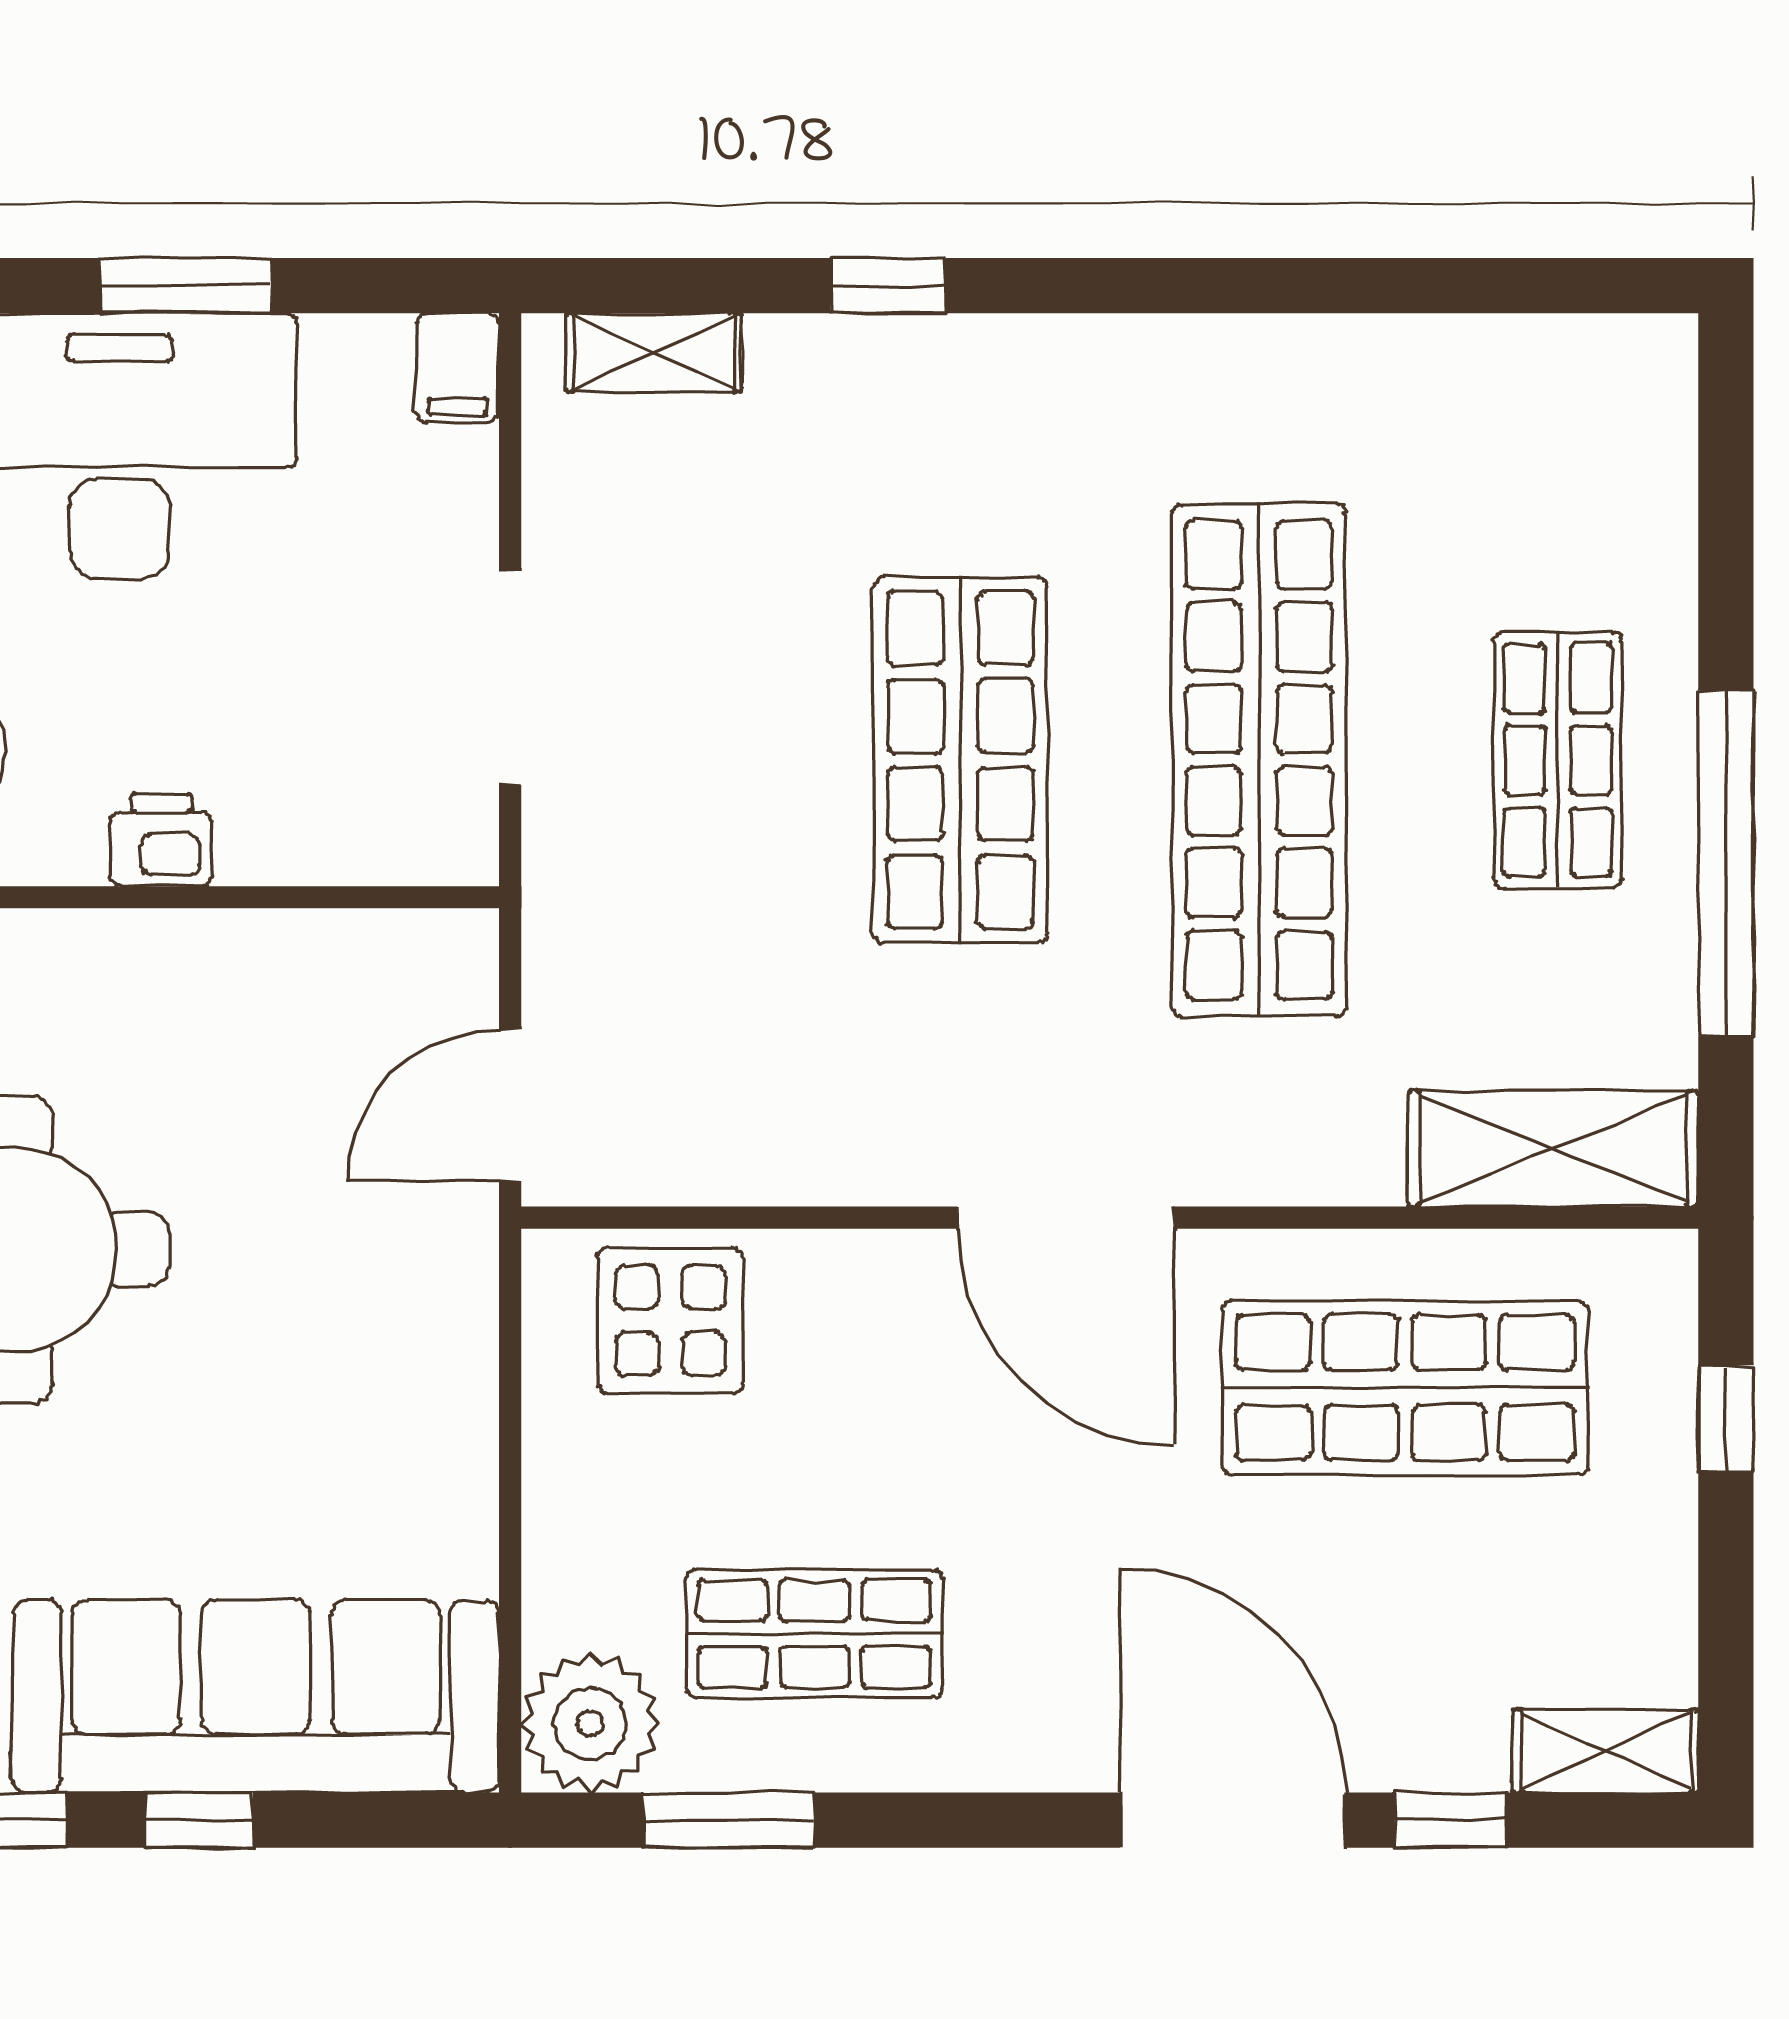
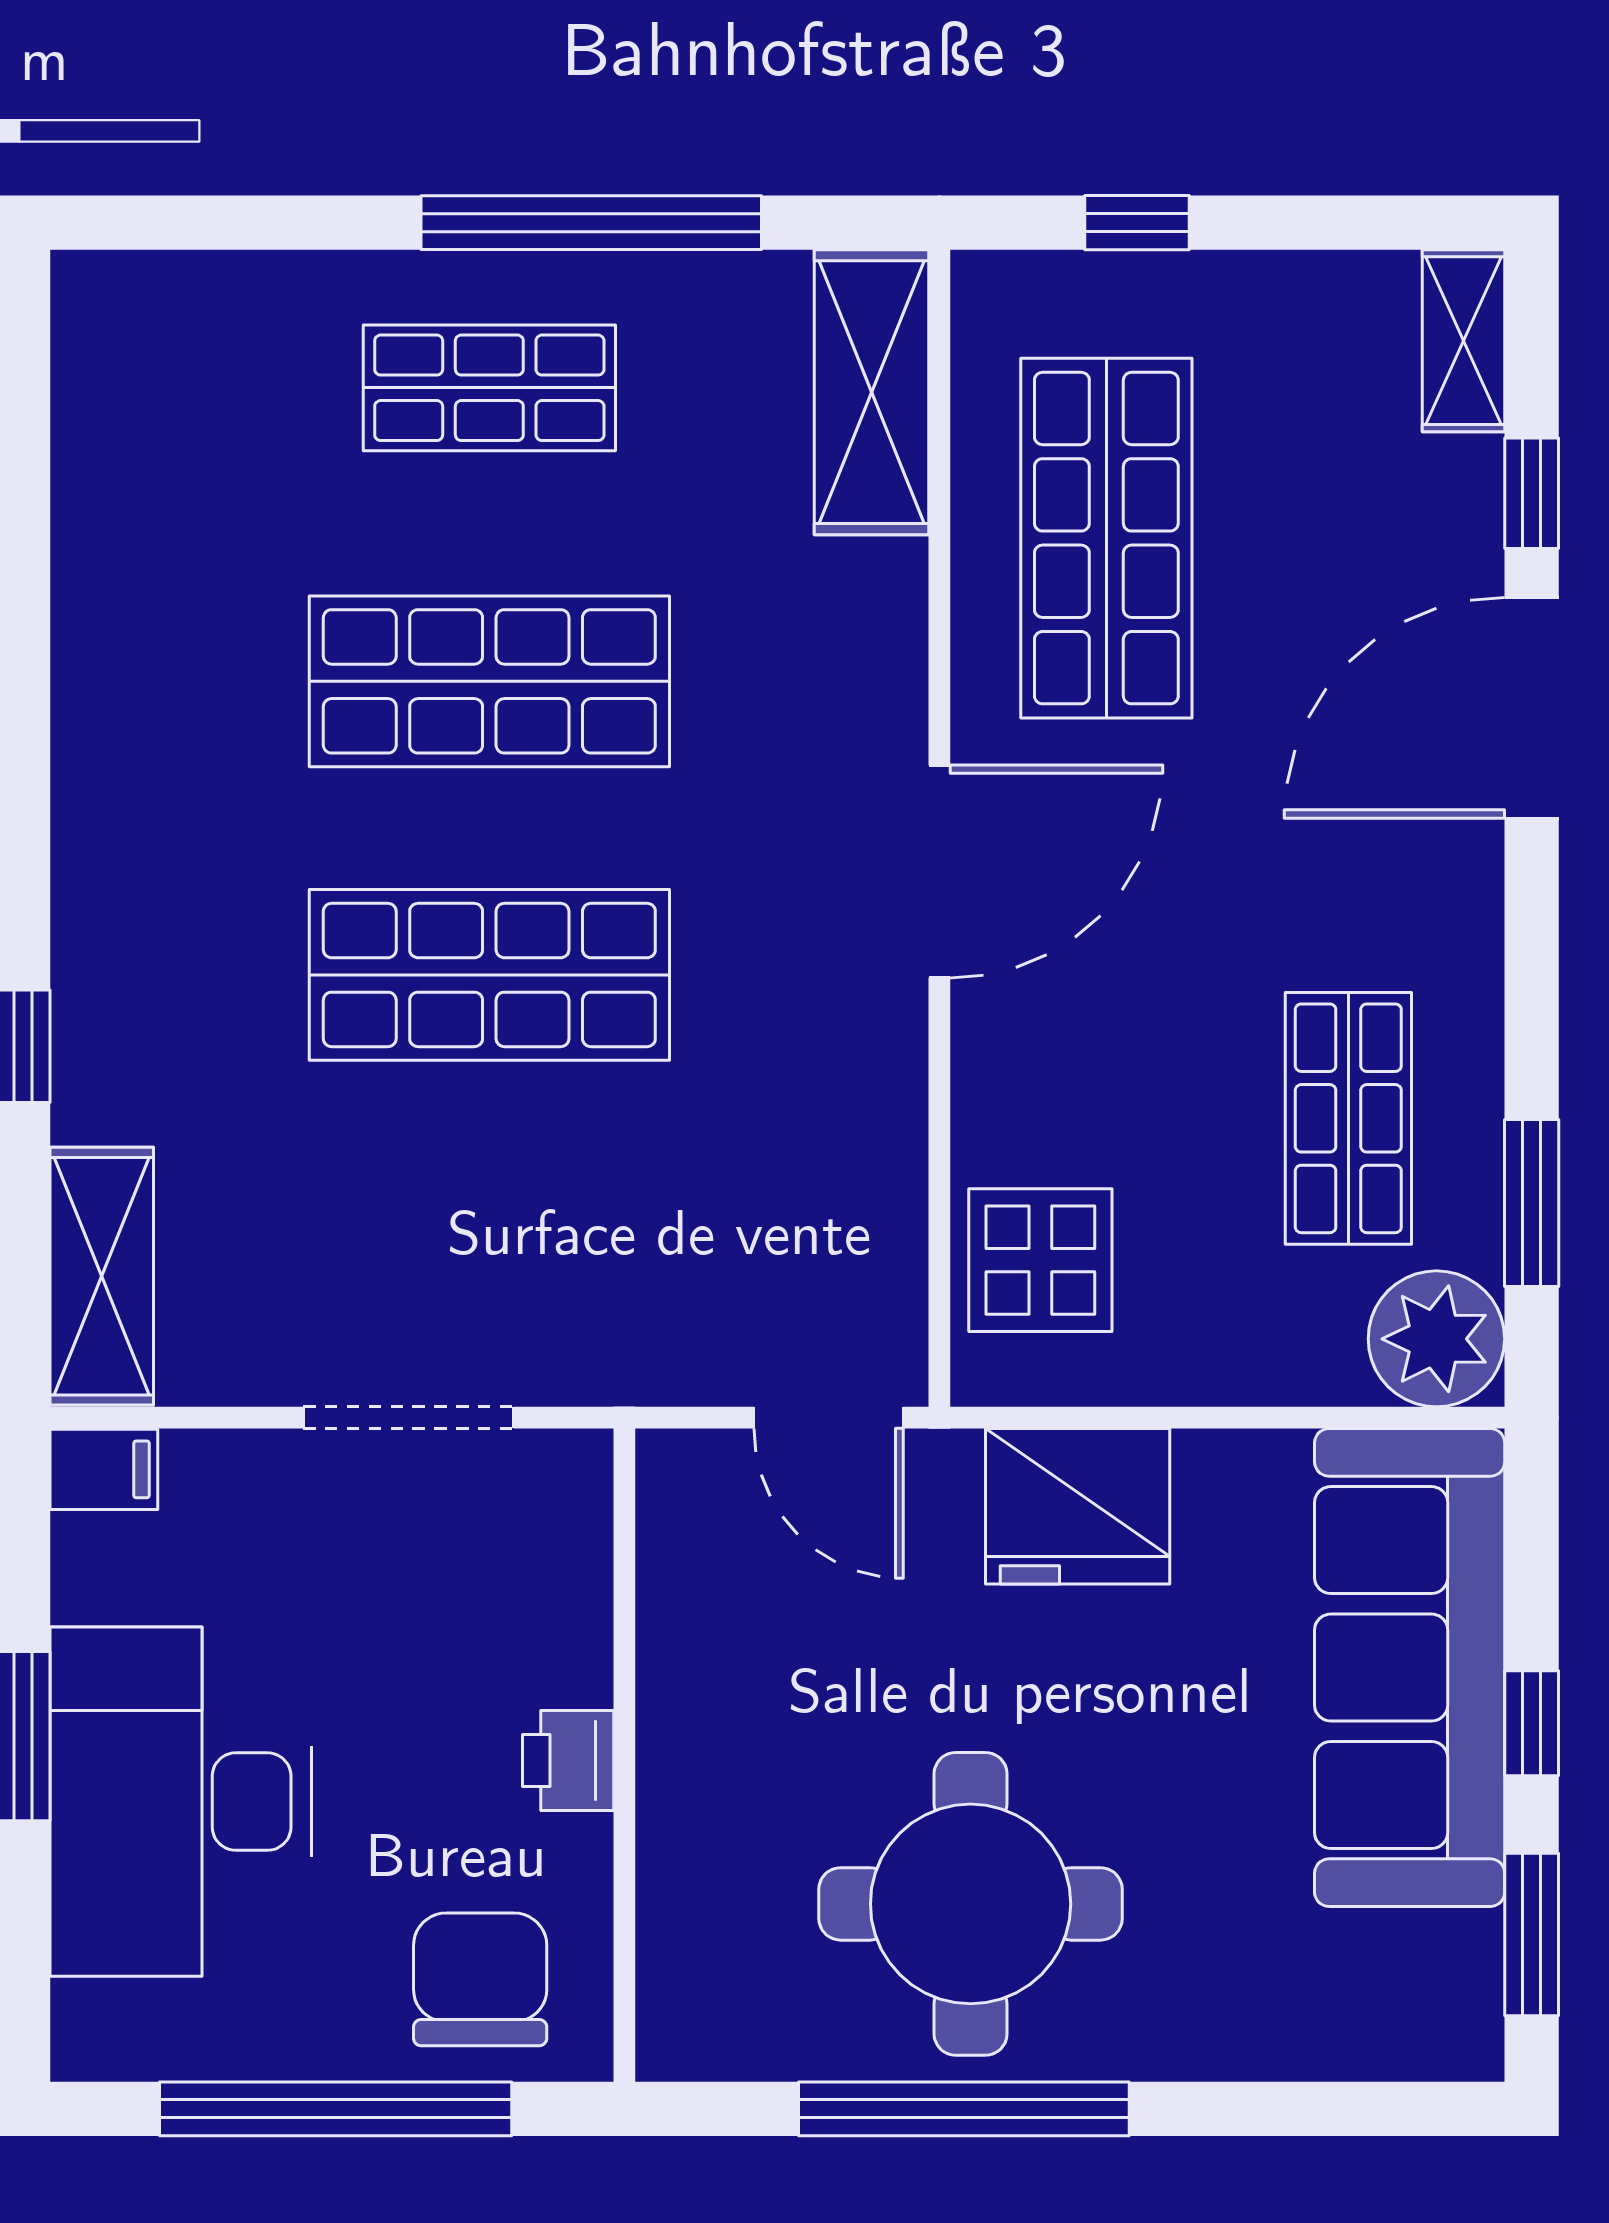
shelving: (654, 352) -> (102, 1276), width x1.50, depth x1.33
shop shelf: (1259, 760) -> (489, 681), width x0.71
fridge: (420, 1358) -> (1078, 1506), added

